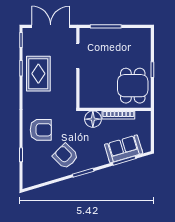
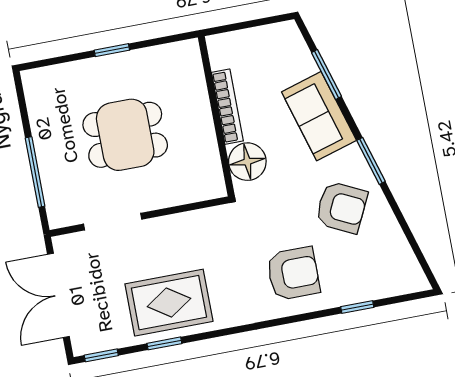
dining table: (133, 86) -> (125, 135), moved
armchair: (41, 130) -> (293, 274), turned 90
sofa: (124, 149) -> (319, 116), moved
armchair: (65, 156) -> (341, 207), turned -109

